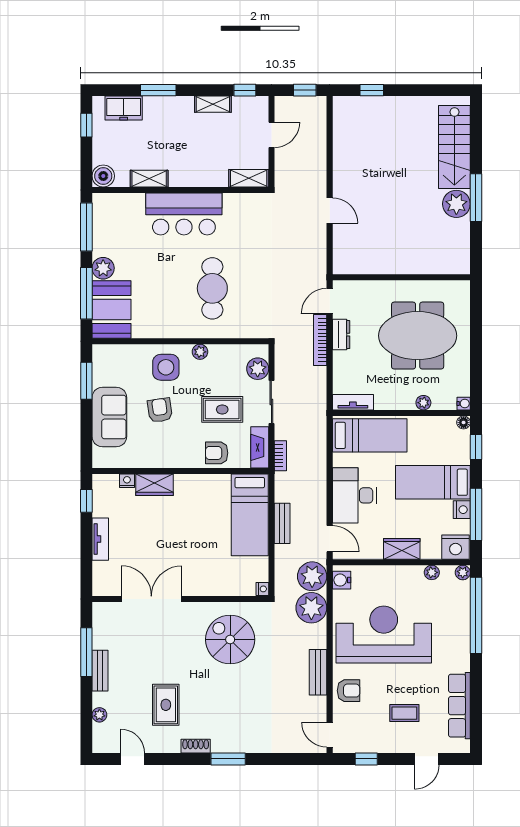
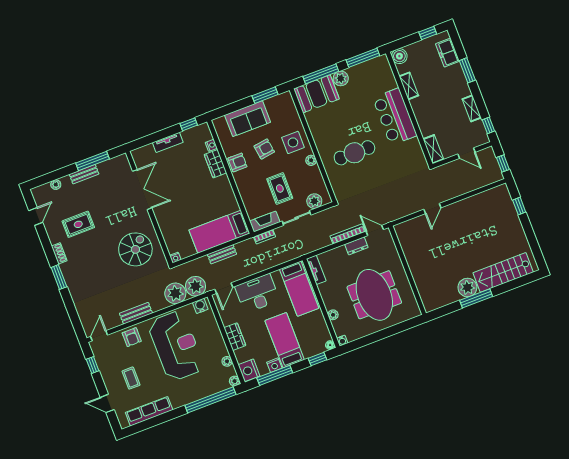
armchair: (217, 453) -> (237, 162), moved, turned 90

